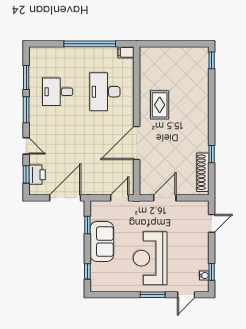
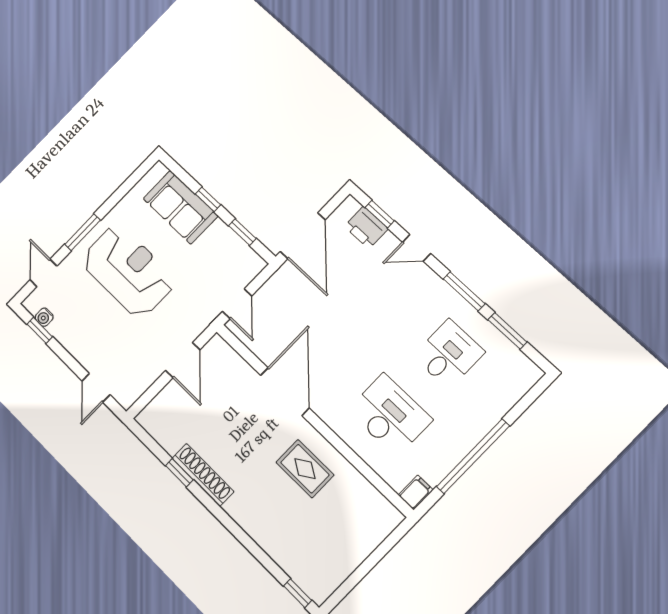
shoe rack: (203, 172) -> (203, 475), moved
sofa: (102, 242) -> (181, 207), moved
window: (87, 271) -> (208, 199), moved

